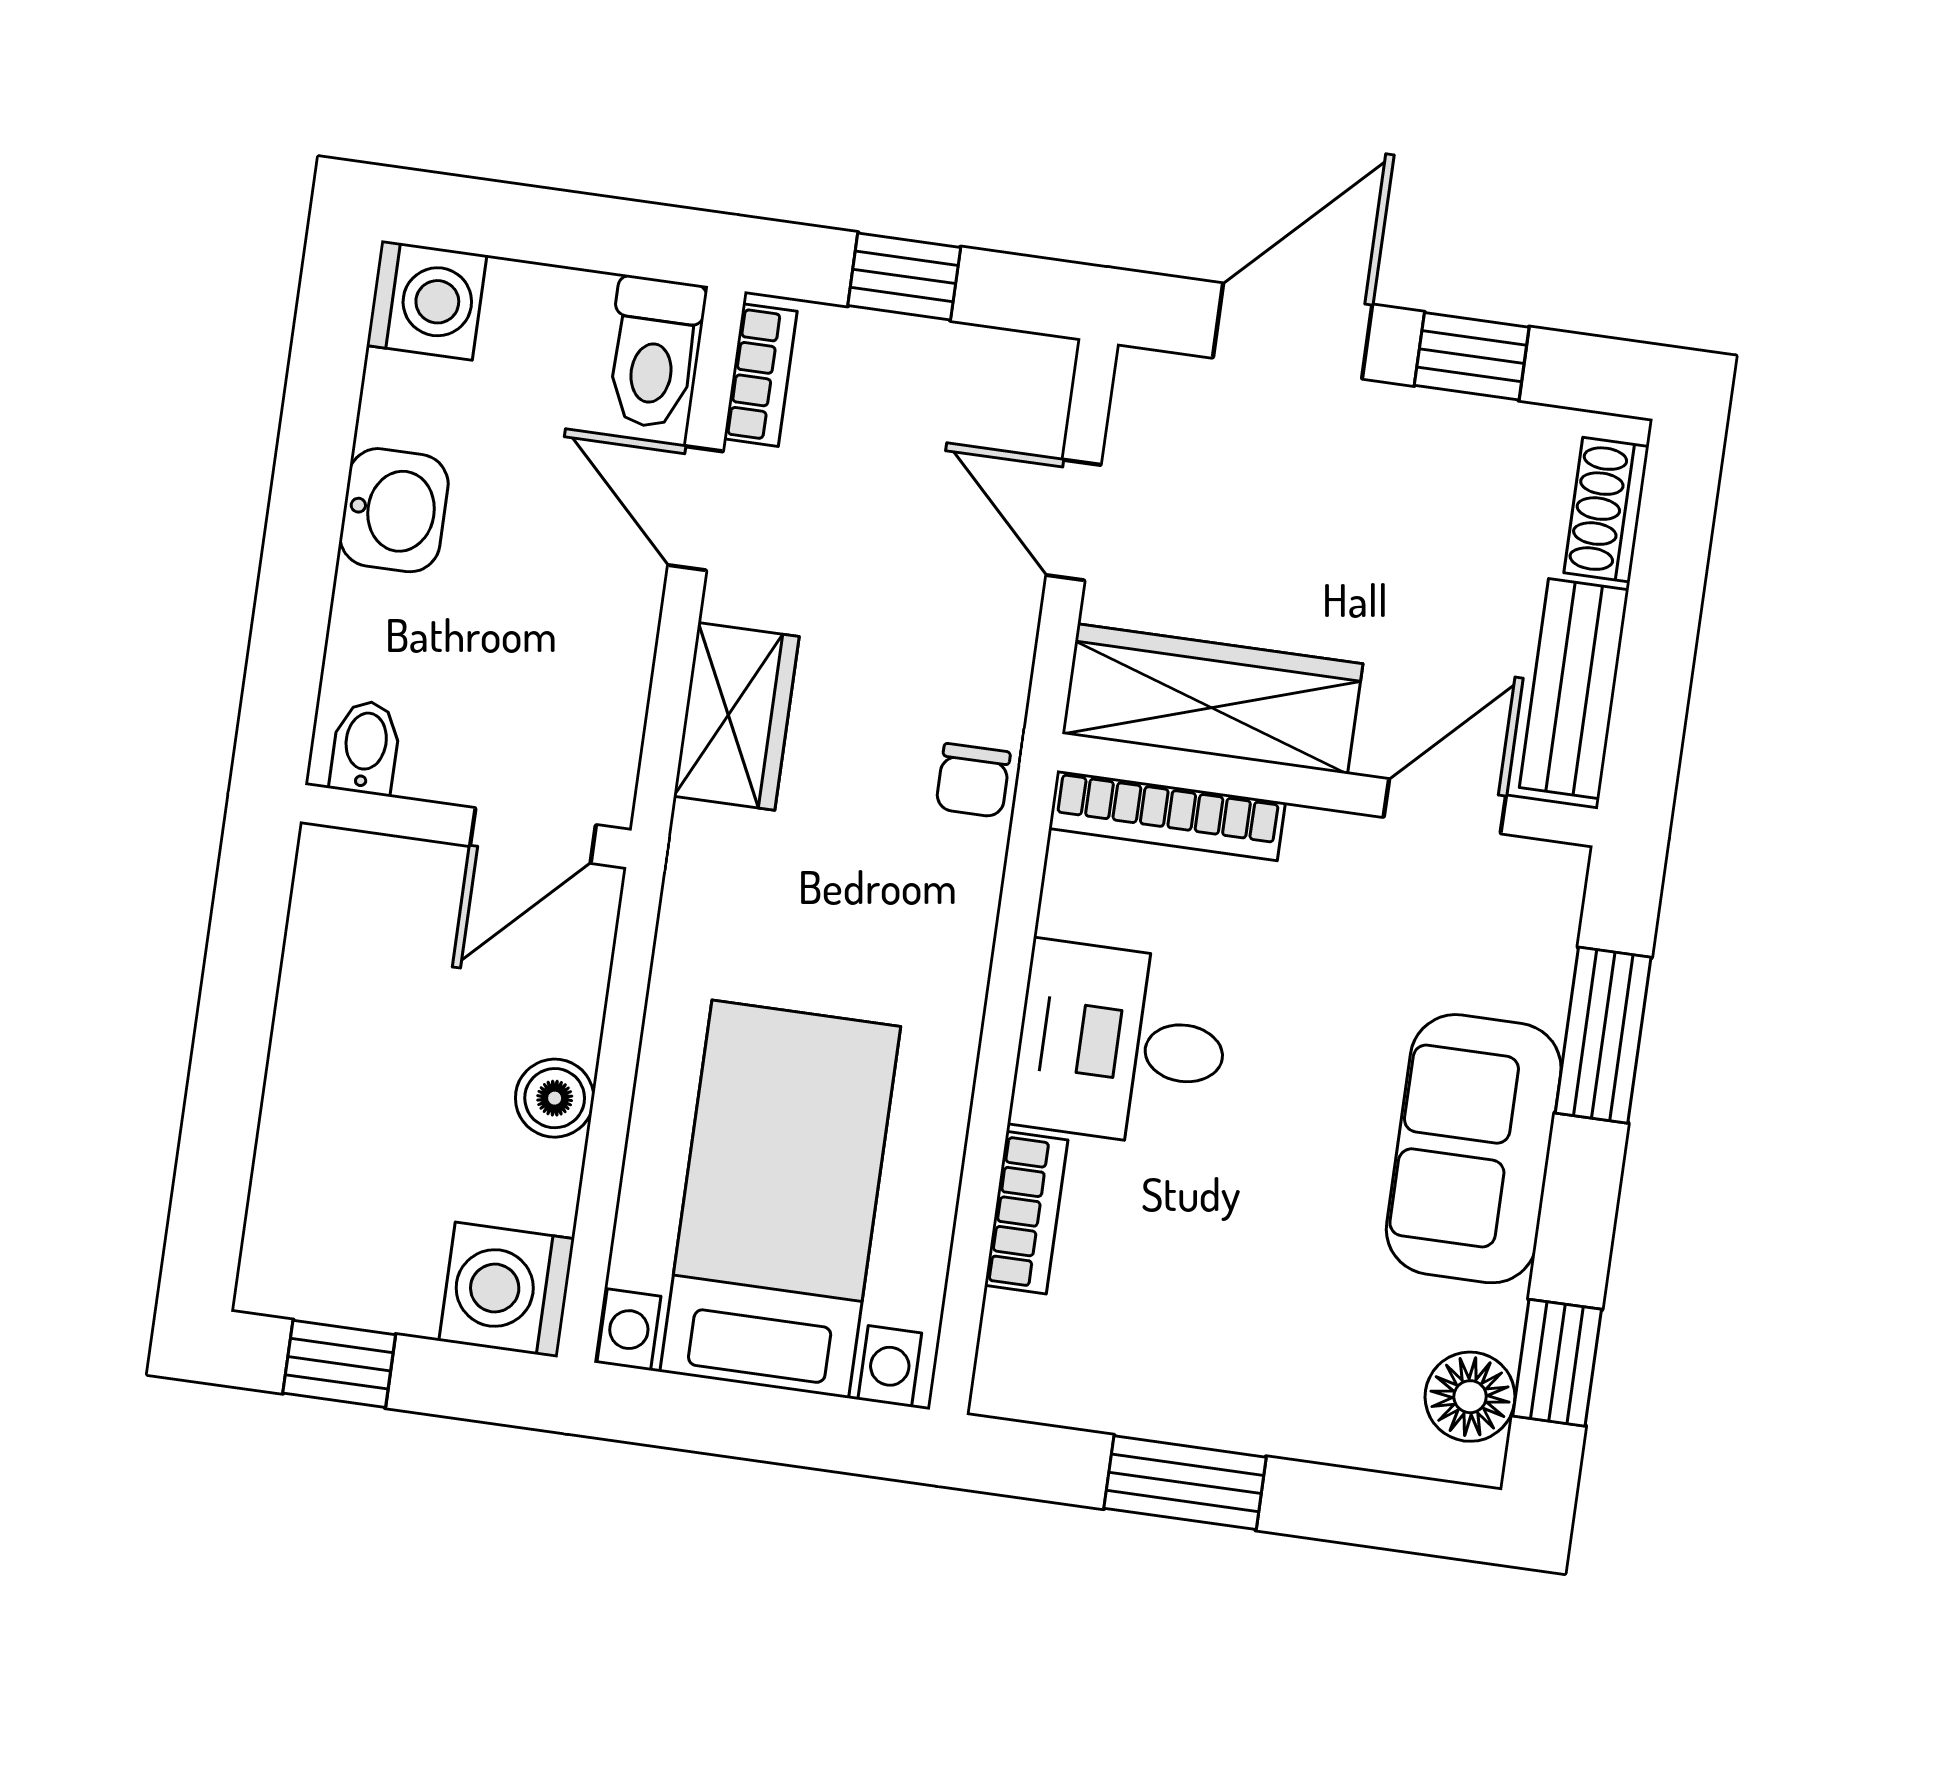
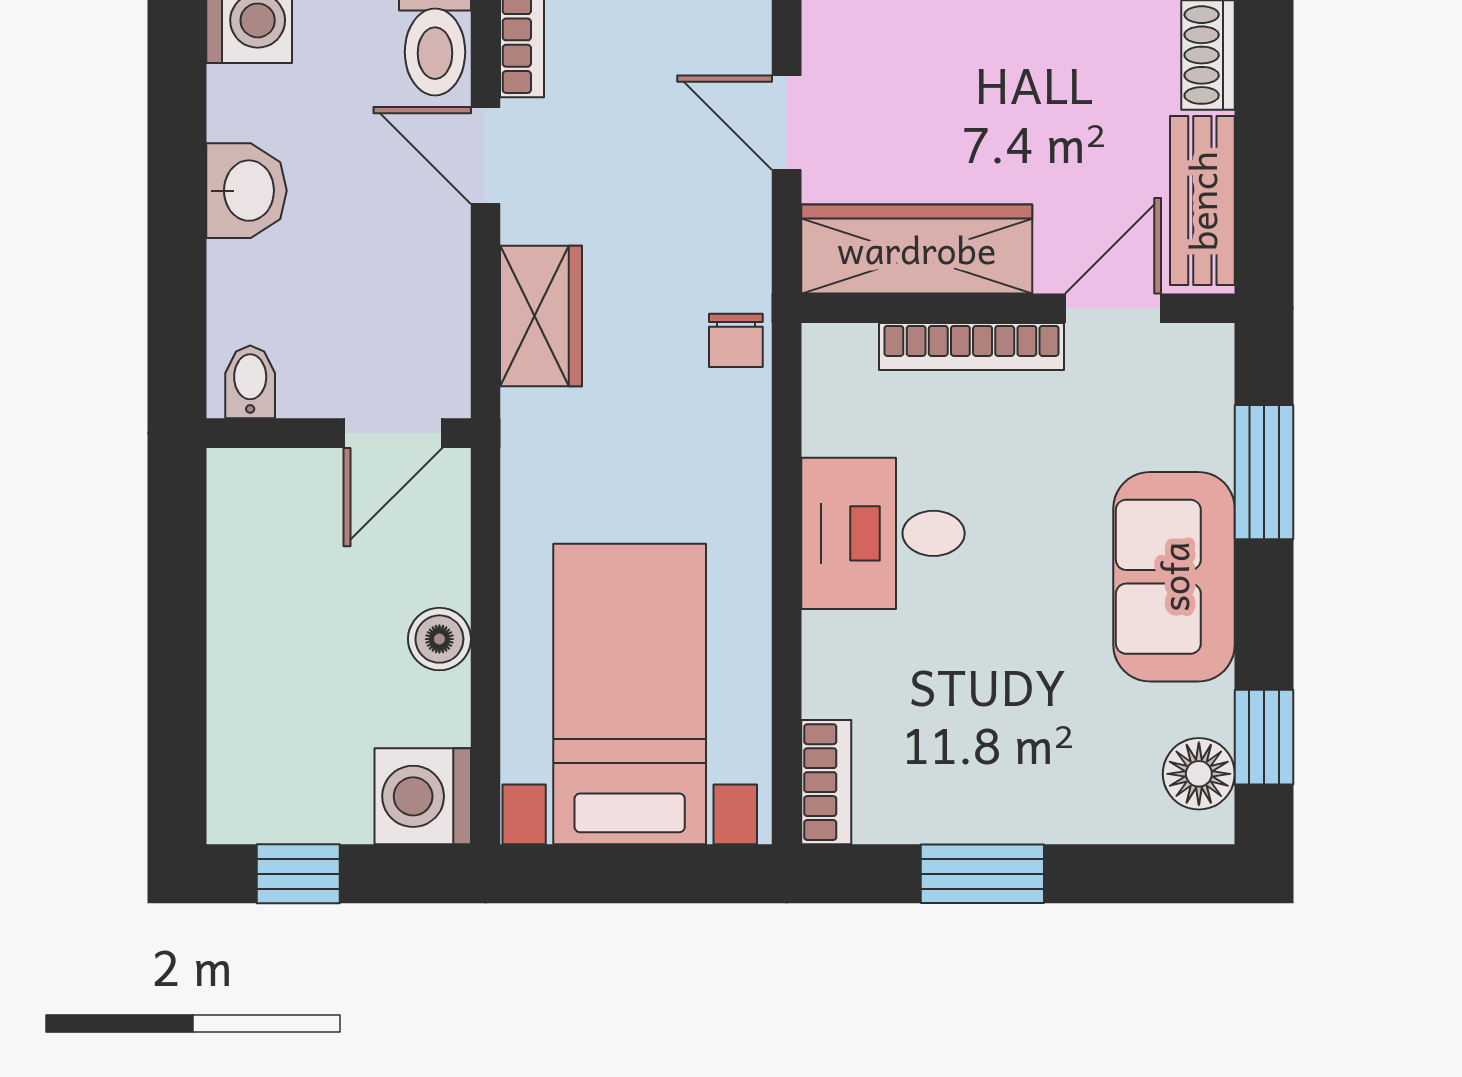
bookcase: (1167, 815) -> (971, 347), moved
bookcase: (1026, 1213) -> (826, 782), moved

